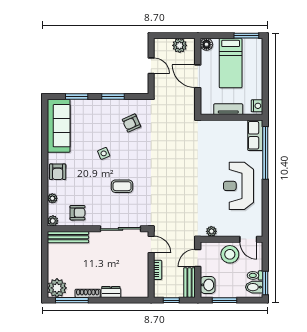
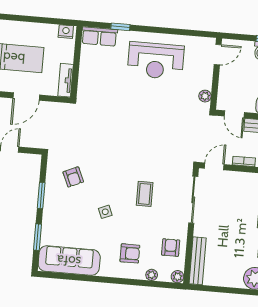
tv unit: (228, 109) -> (66, 80), moved
window: (265, 153) -> (120, 27), width x0.32
armchair: (58, 172) -> (130, 253), moved
stool: (230, 254) -> (233, 77), removed

